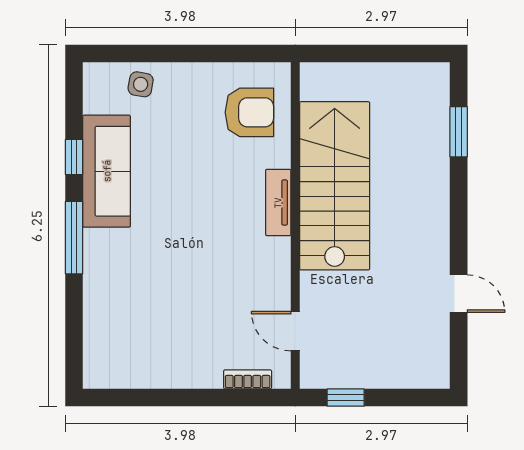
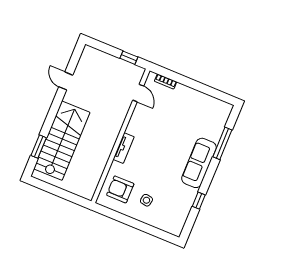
side table: (141, 84) -> (146, 200), moved
sofa: (107, 171) -> (199, 163), moved
stairs: (335, 186) -> (62, 141), moved, turned 180
window: (74, 238) -> (222, 143), moved

